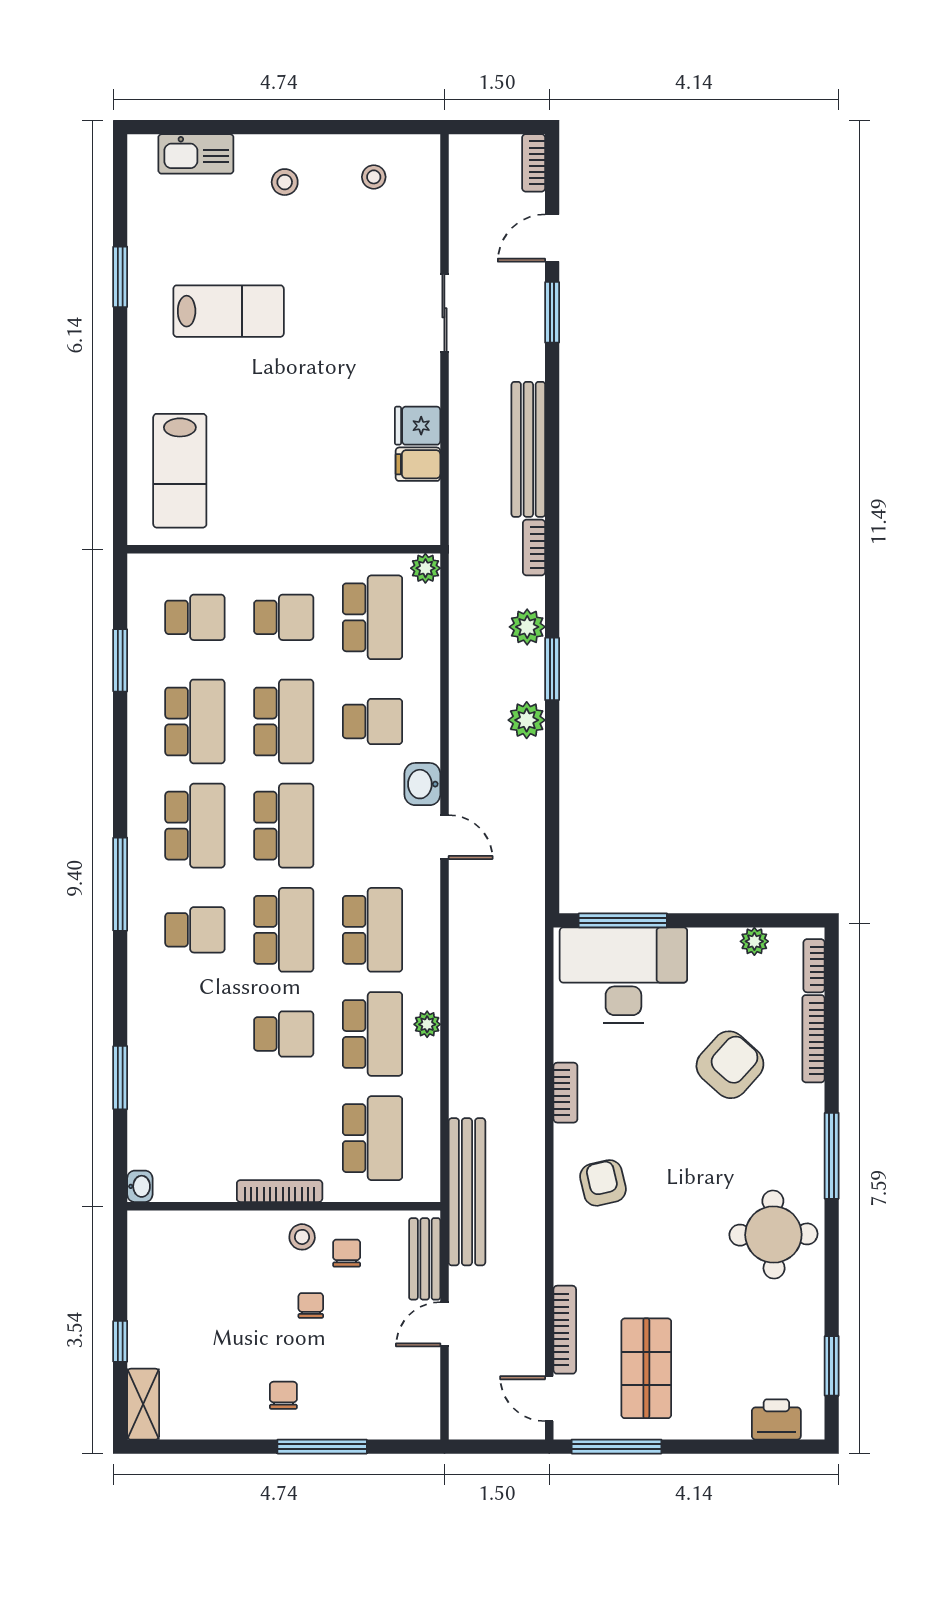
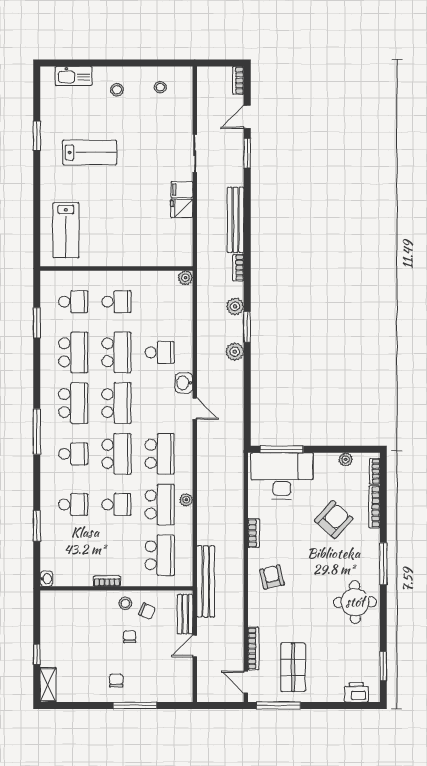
filing cabinet: (418, 464) -> (182, 190), moved
school desk: (372, 617) -> (73, 505), moved, width x0.54
bookcase: (280, 1191) -> (107, 581), width x0.64
chair: (347, 1253) -> (147, 611), turned 114

